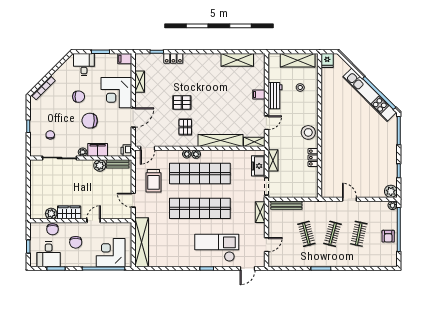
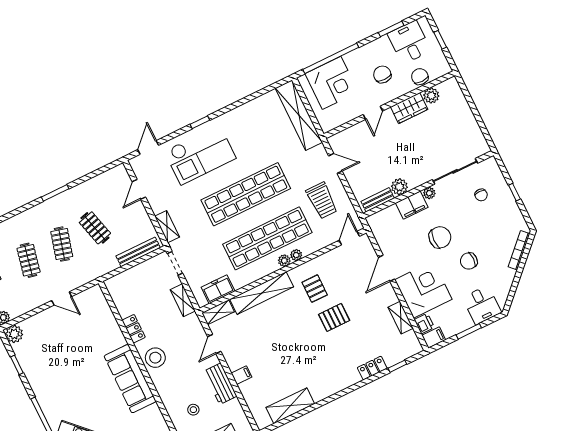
sofa: (331, 127) -> (130, 379), added
printer: (126, 151) -> (424, 323), moved
freezer: (258, 166) -> (218, 289), moved, turned -90
trolley: (153, 181) -> (322, 200), turned 180

